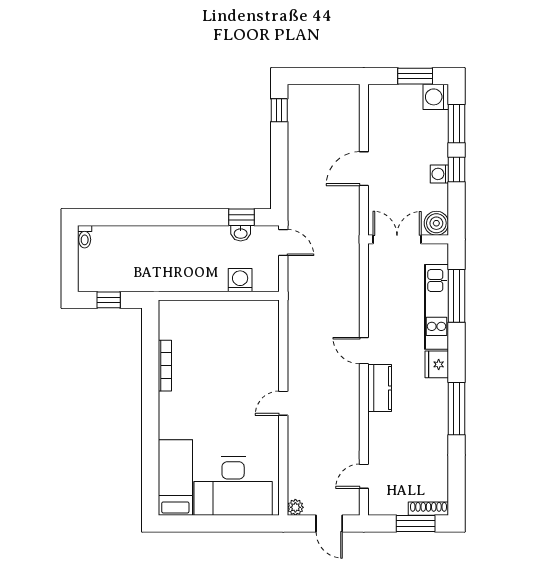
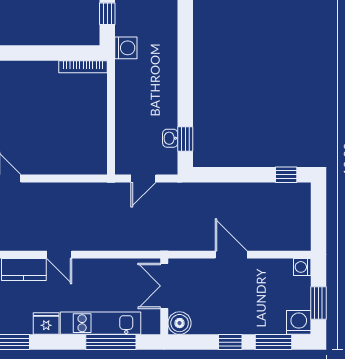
washing machine: (439, 174) -> (302, 267), moved, turned -90
double door: (397, 239) -> (164, 286), swing flipped
door: (283, 243) -> (143, 178), moved
washing machine: (240, 280) -> (126, 48), moved
door: (364, 351) -> (59, 255), swing flipped
bookcase: (165, 366) -> (83, 67), moved

